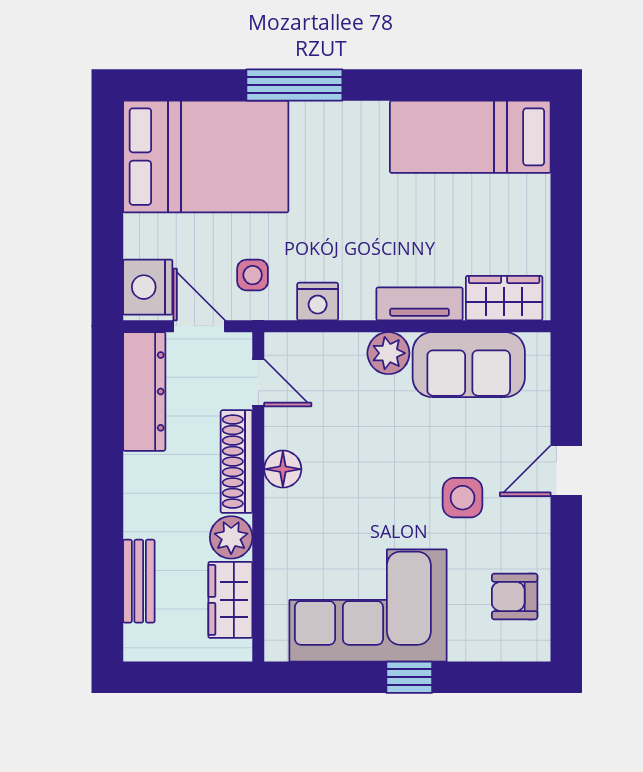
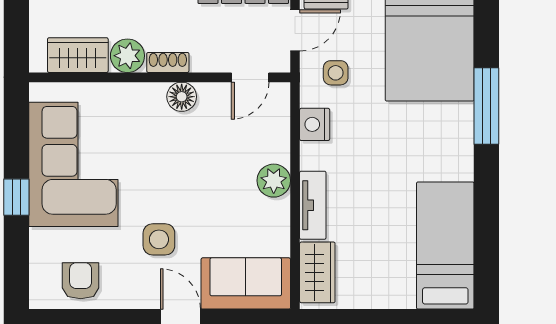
sofa: (469, 365) -> (246, 283), moved, turned 90
shoe rack: (237, 462) -> (168, 62), width x0.51, depth x0.81

